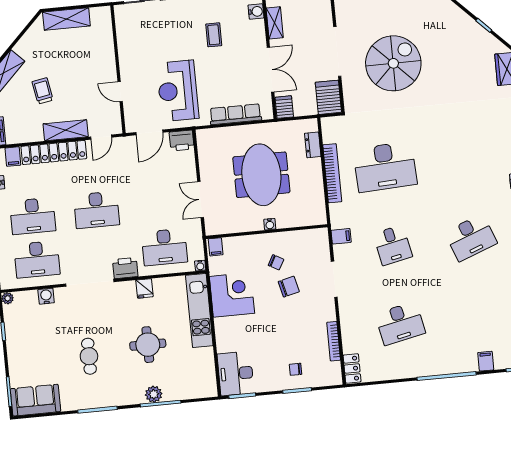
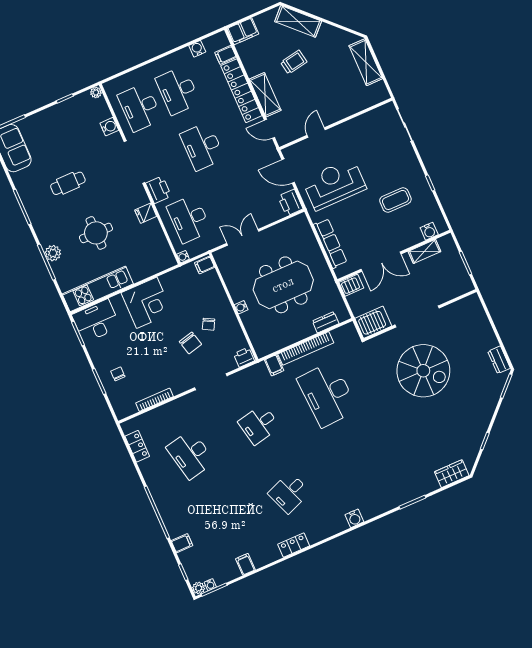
coffee table: (214, 35) -> (395, 200), width x1.36, depth x1.30
filing cabinet: (341, 236) -> (274, 365), moved
printer: (321, 238) -> (244, 357), added
desk: (471, 238) -> (289, 493), width x0.73
corner desk: (232, 295) -> (147, 303), moved
kitchen unit: (199, 310) -> (98, 289), moved
locker: (352, 368) -> (137, 446), moved, turned -90

